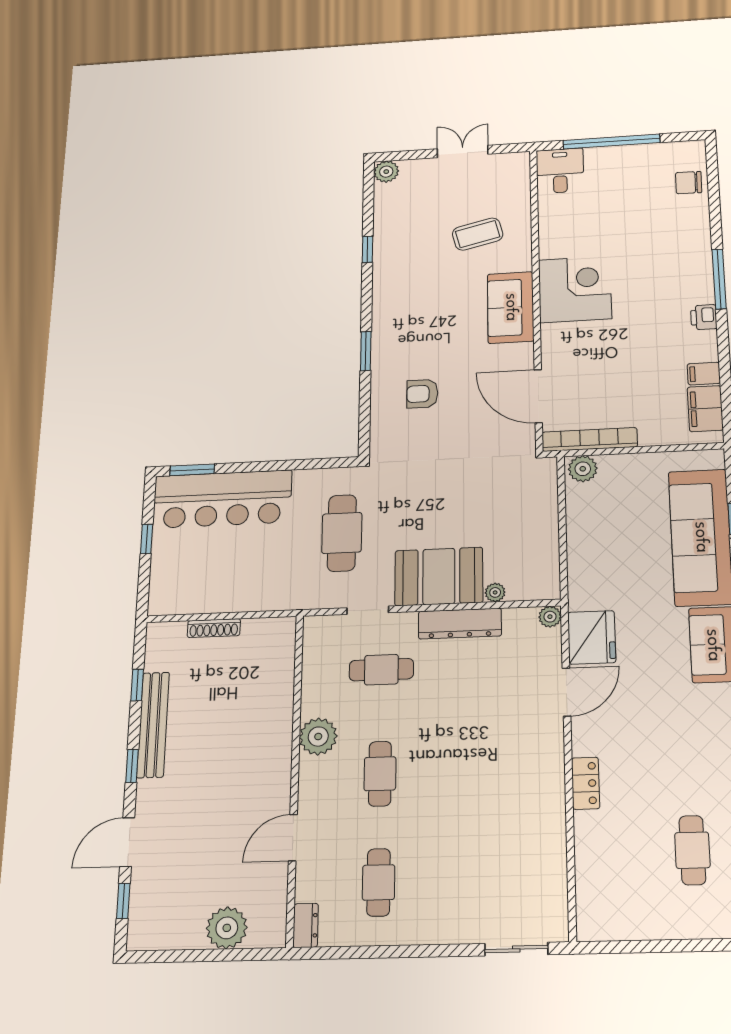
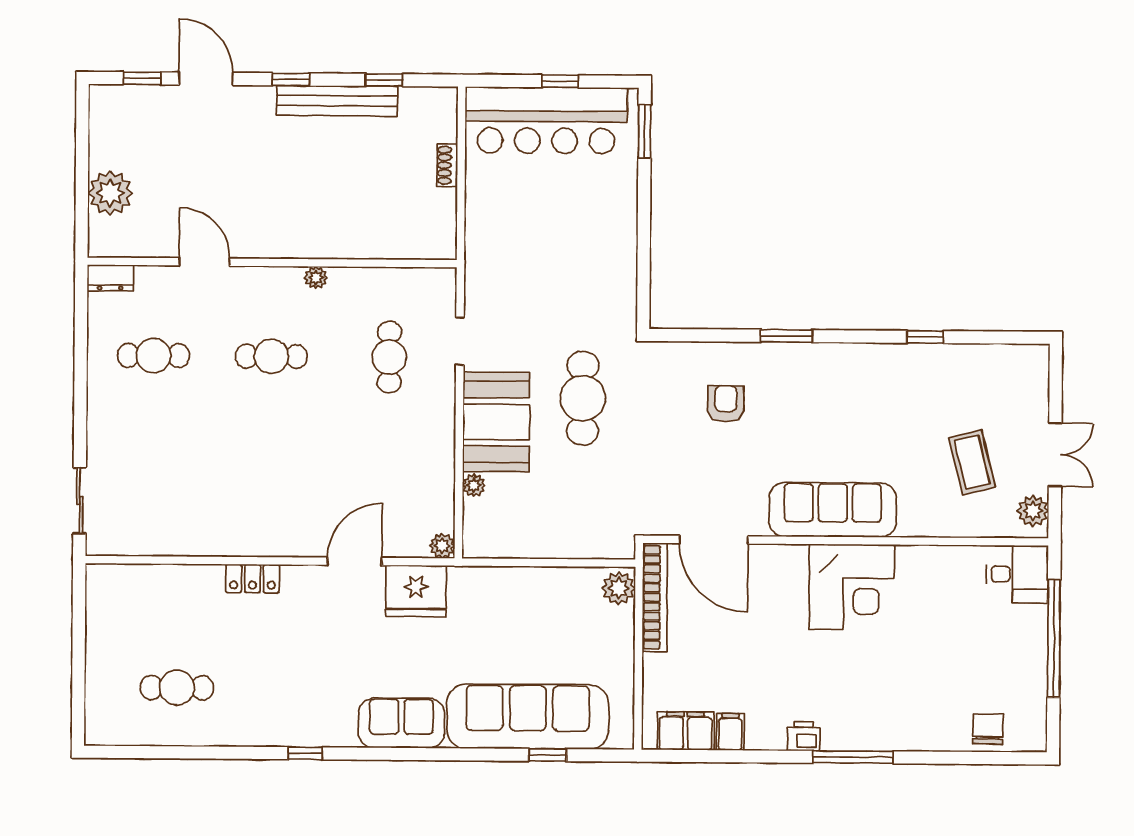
plant: (386, 172) -> (1033, 511), moved
coffee table: (478, 234) -> (972, 462), moved
sofa: (511, 307) -> (833, 510), width x1.36
door: (538, 396) -> (714, 540), swing flipped
bar counter: (222, 499) -> (546, 120), moved, turned -90
cafe table: (342, 533) -> (583, 398), moved, turned 90
dresser: (460, 624) -> (439, 445), removed
shoe rack: (214, 628) -> (447, 165), width x0.70
door: (566, 692) -> (355, 561), swing flipped
plant: (318, 736) -> (316, 278), width x0.53, depth x0.53

